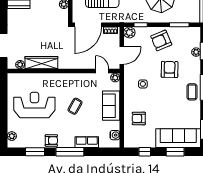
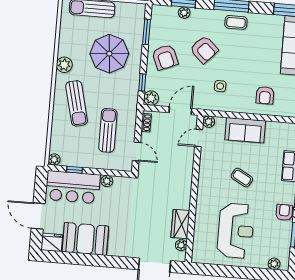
door: (88, 25) -> (136, 151), width x0.53
door: (122, 55) -> (180, 111), hinge flipped
wardrobe: (41, 63) -> (180, 224), width x0.67
armchair: (170, 69) -> (204, 50), turned -138
reception desk: (34, 105) -> (236, 231), turned 180
water cooler: (115, 135) -> (284, 128), removed

